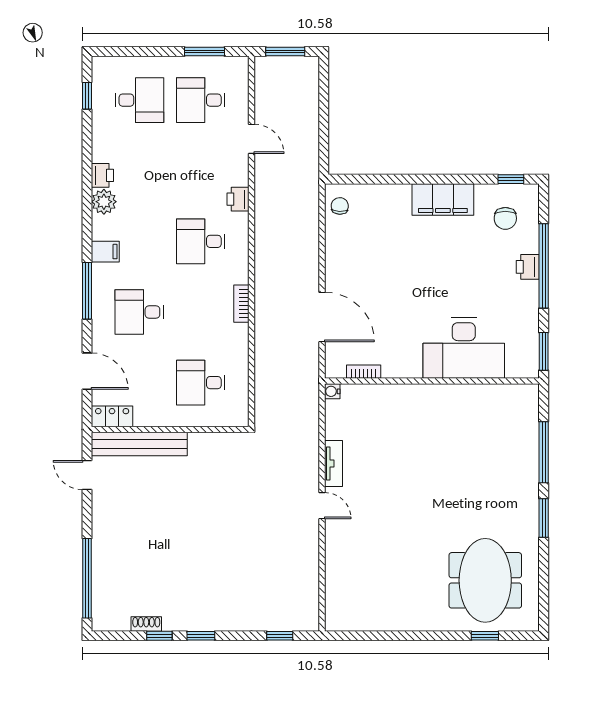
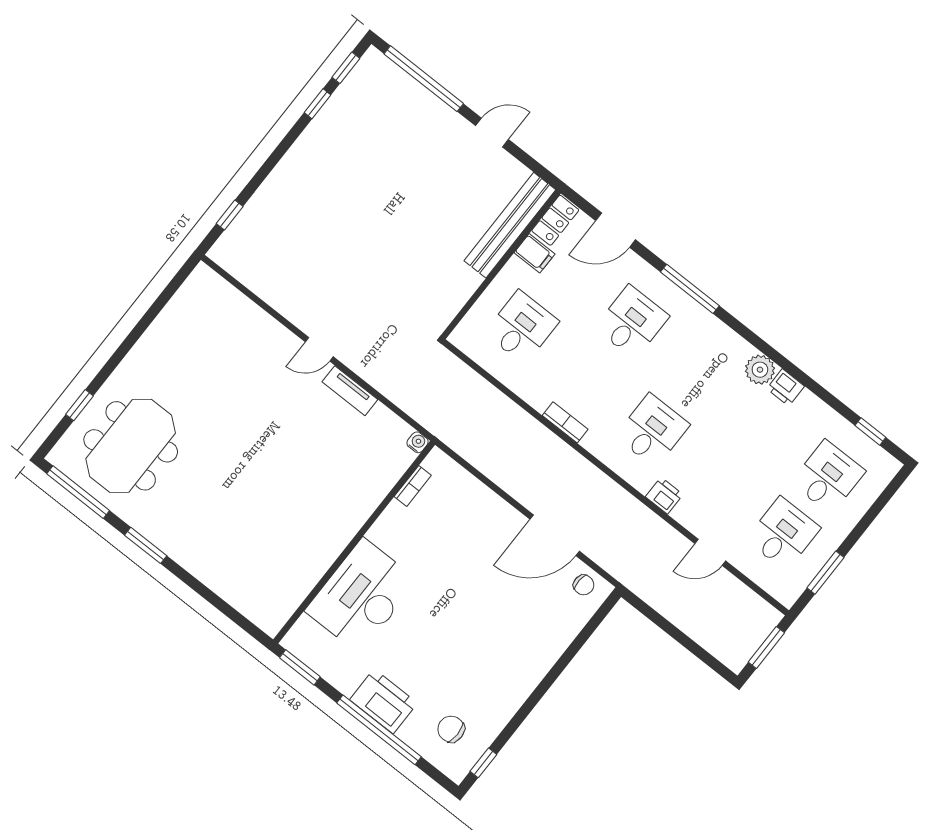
desk: (139, 100) -> (828, 477), turned 180
filing cabinet: (443, 199) -> (514, 685), removed
filing cabinet: (105, 252) -> (534, 253), moved, turned -90
printer: (528, 267) -> (384, 701), width x1.87, depth x1.48
door: (322, 317) -> (555, 535), moved
window: (544, 452) -> (78, 492), moved
door: (87, 475) -> (492, 133), moved
meeting table: (485, 580) -> (131, 446), turned 90
shoe rack: (146, 624) -> (338, 100), removed
window: (201, 636) -> (346, 68), moved

